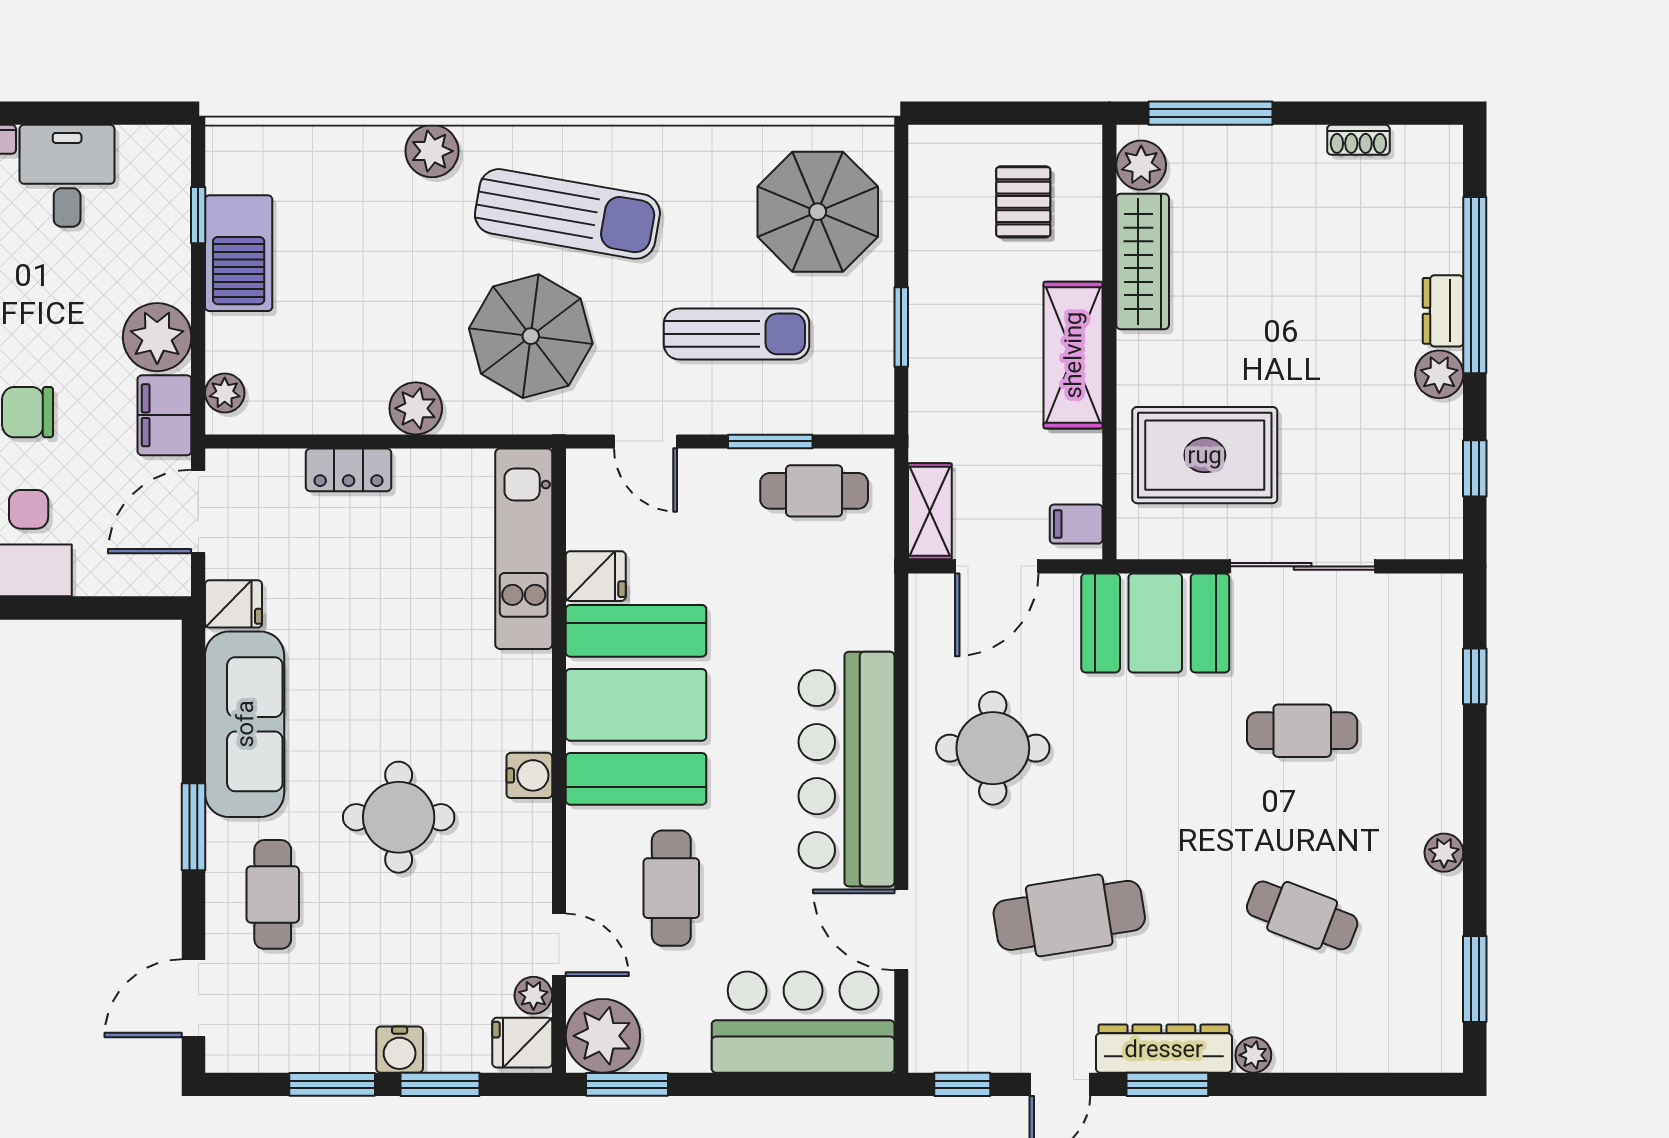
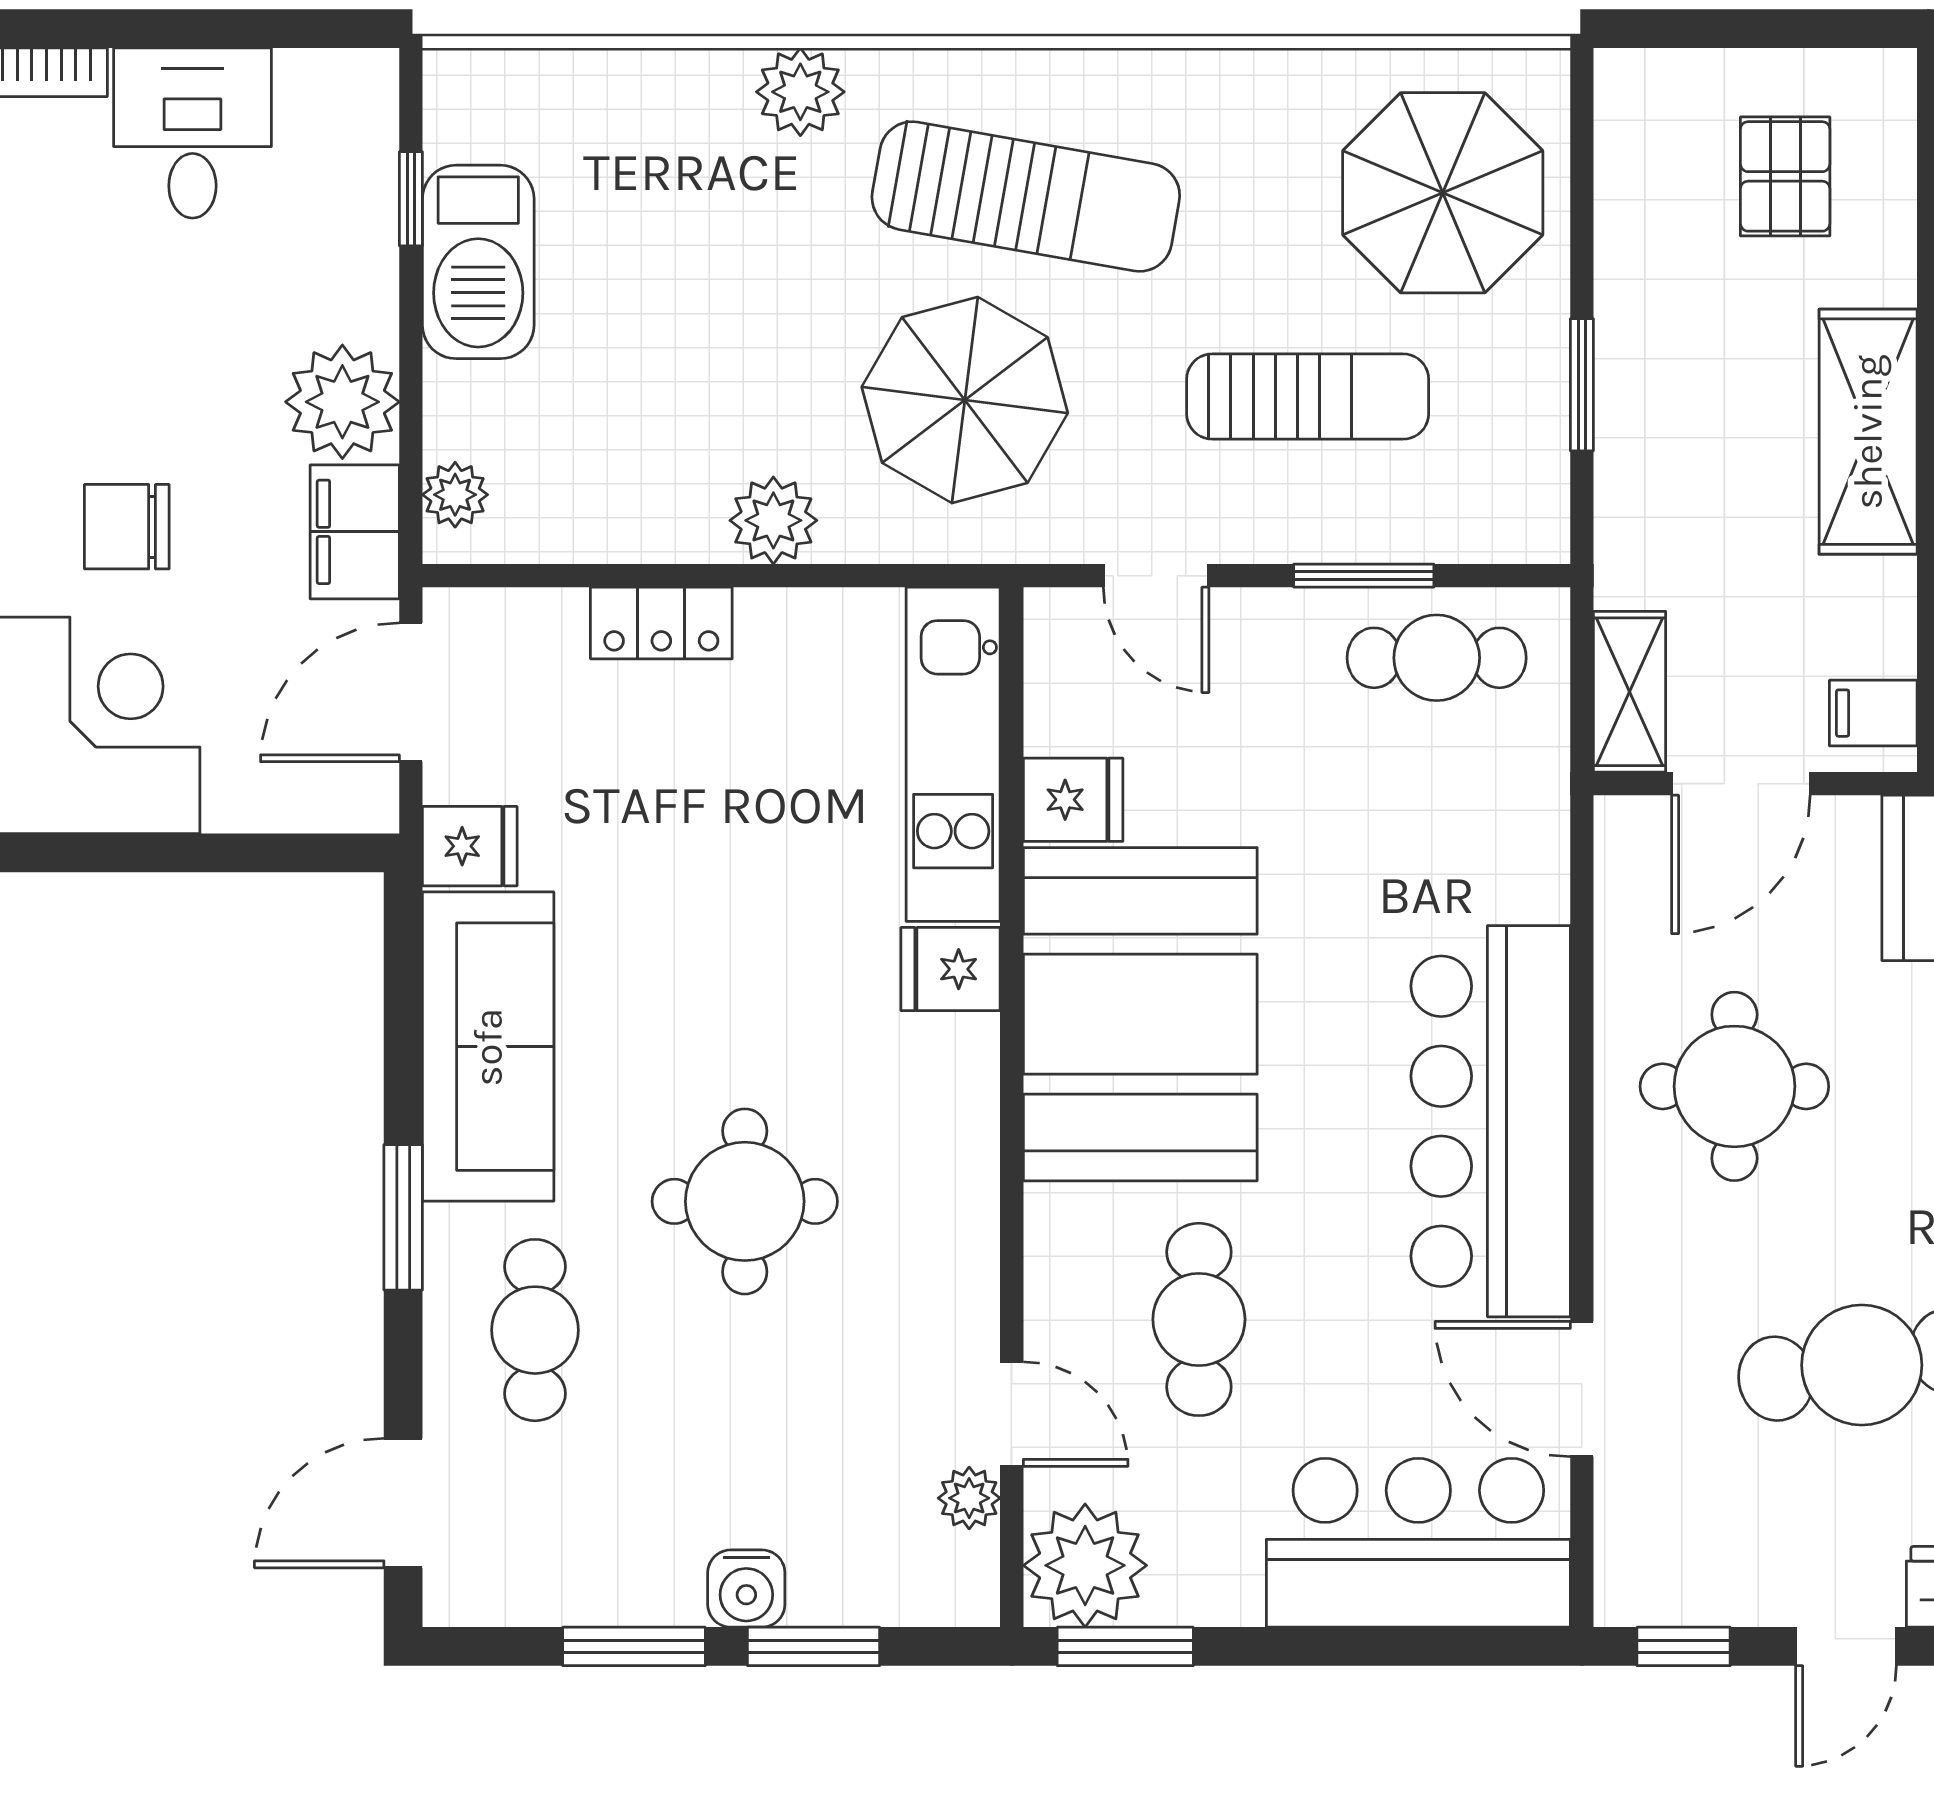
water cooler: (529, 775) -> (962, 1132), removed
fridge: (522, 1043) -> (951, 969), moved

